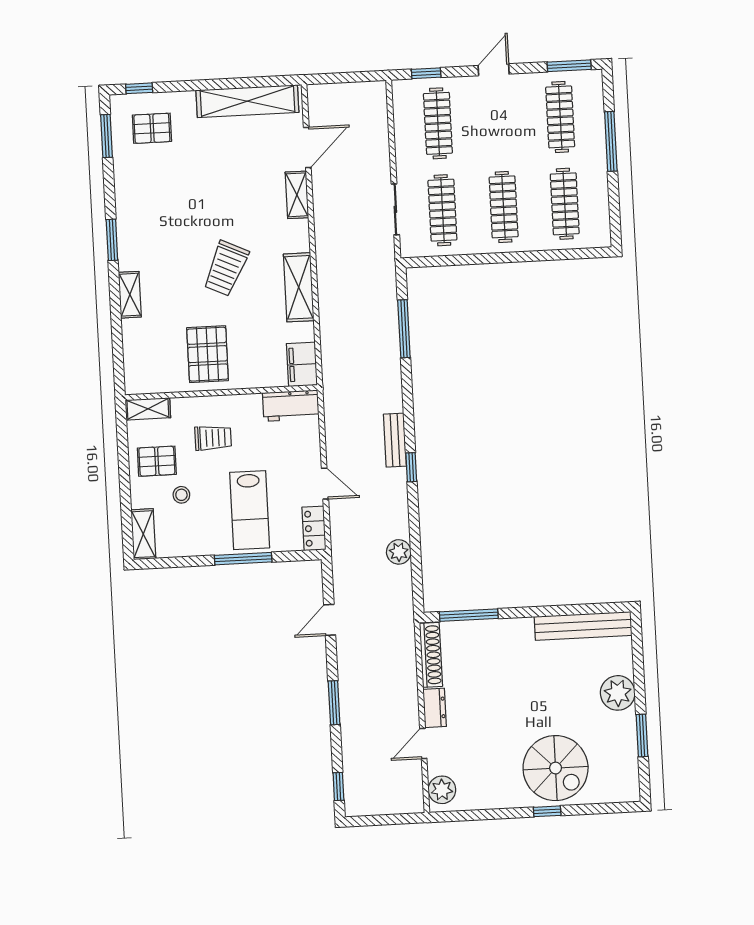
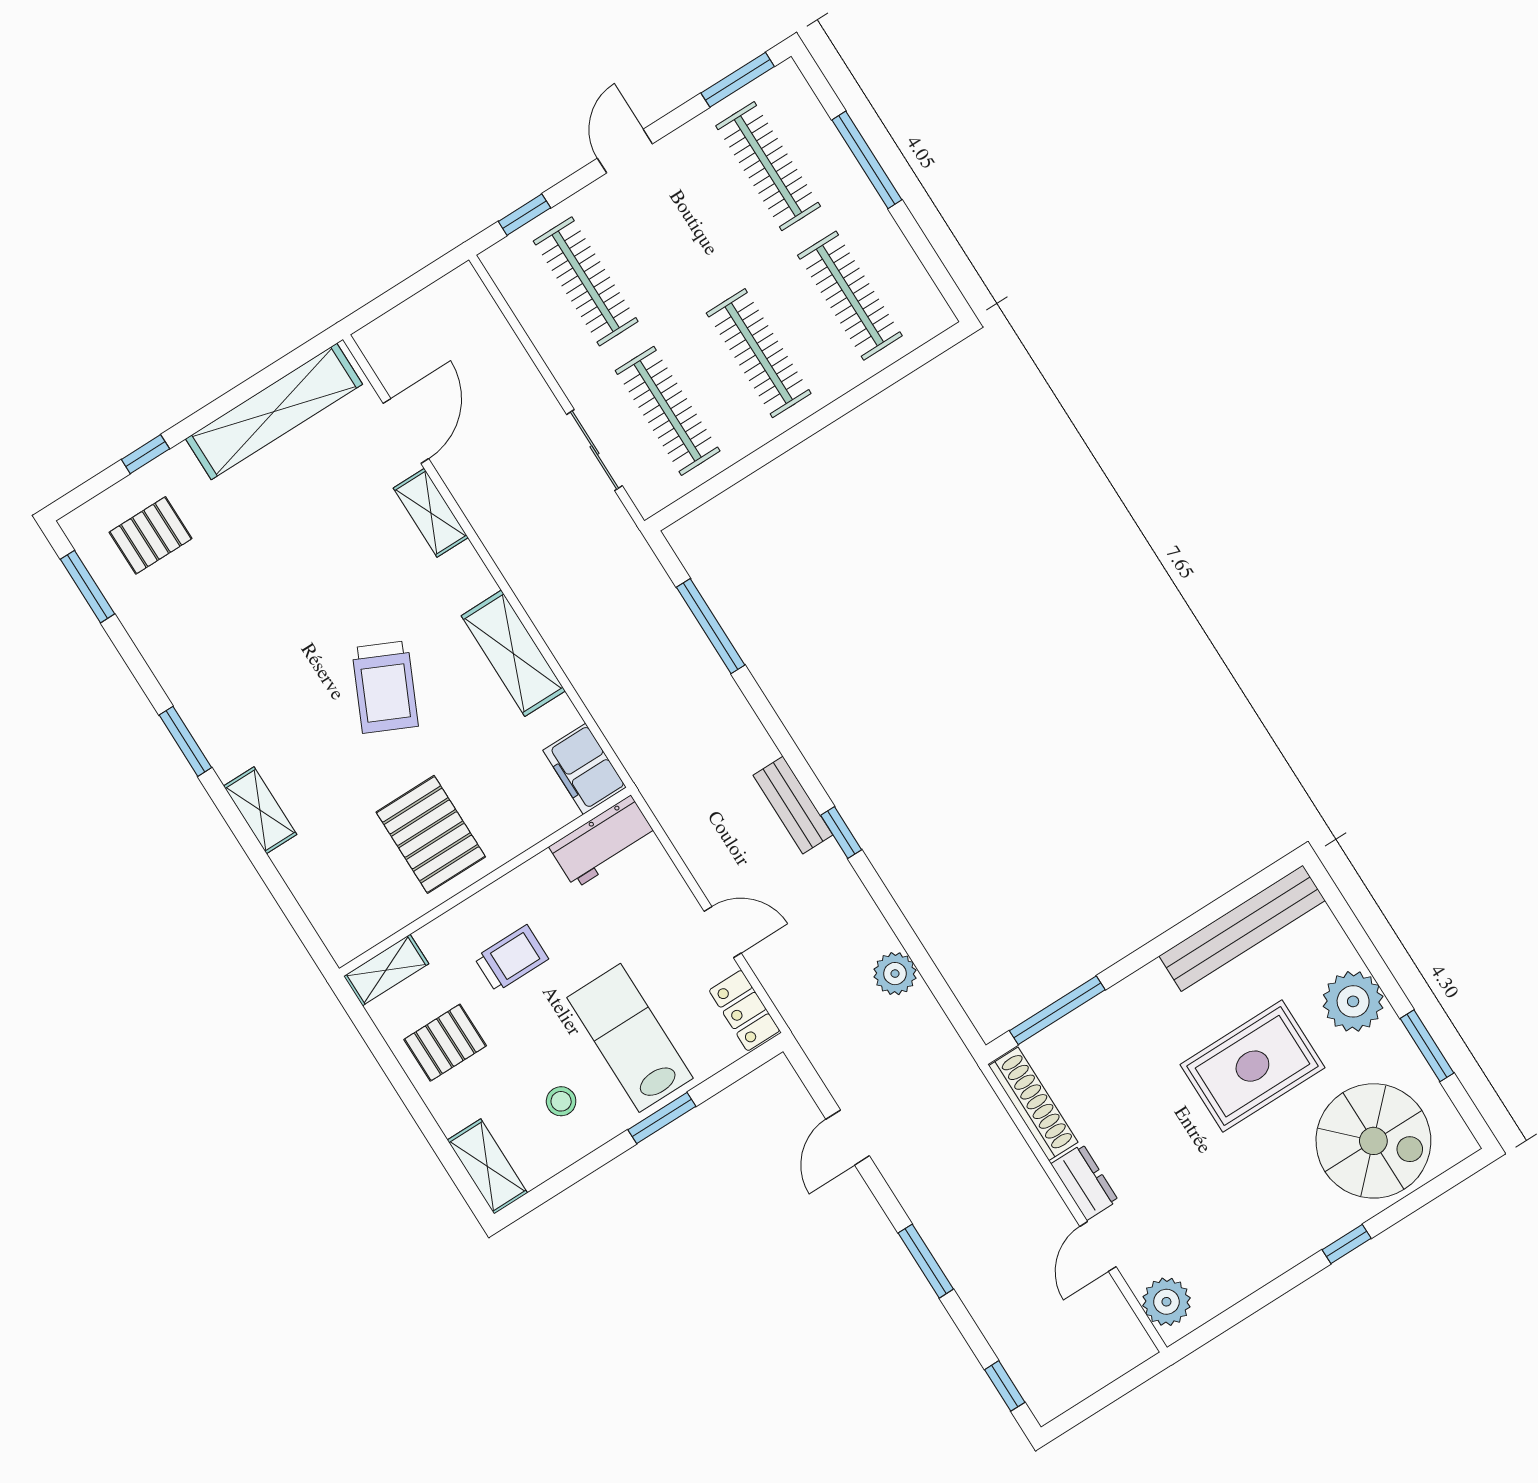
window: (139, 88) -> (145, 454), moved
stool: (181, 495) -> (561, 1101), moved
lab bench: (250, 510) -> (630, 1038), turned 180
window: (243, 559) -> (662, 1118), width x0.69
rug: (550, 697) -> (1252, 1066), added
spiral stairs: (556, 768) -> (1373, 1141), moved

